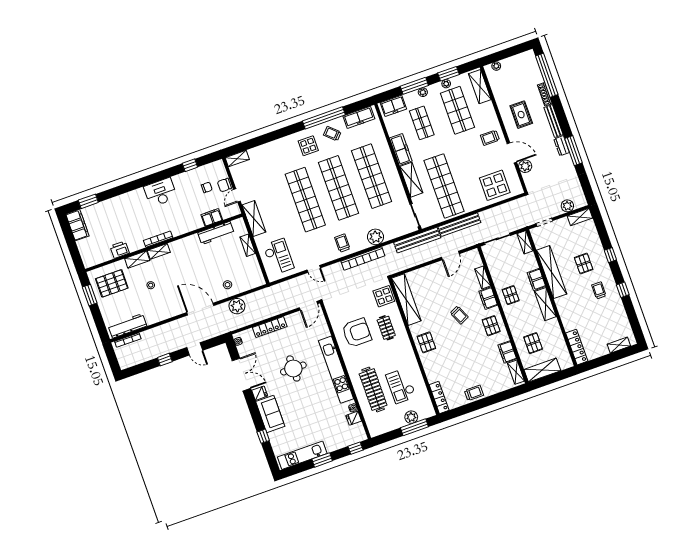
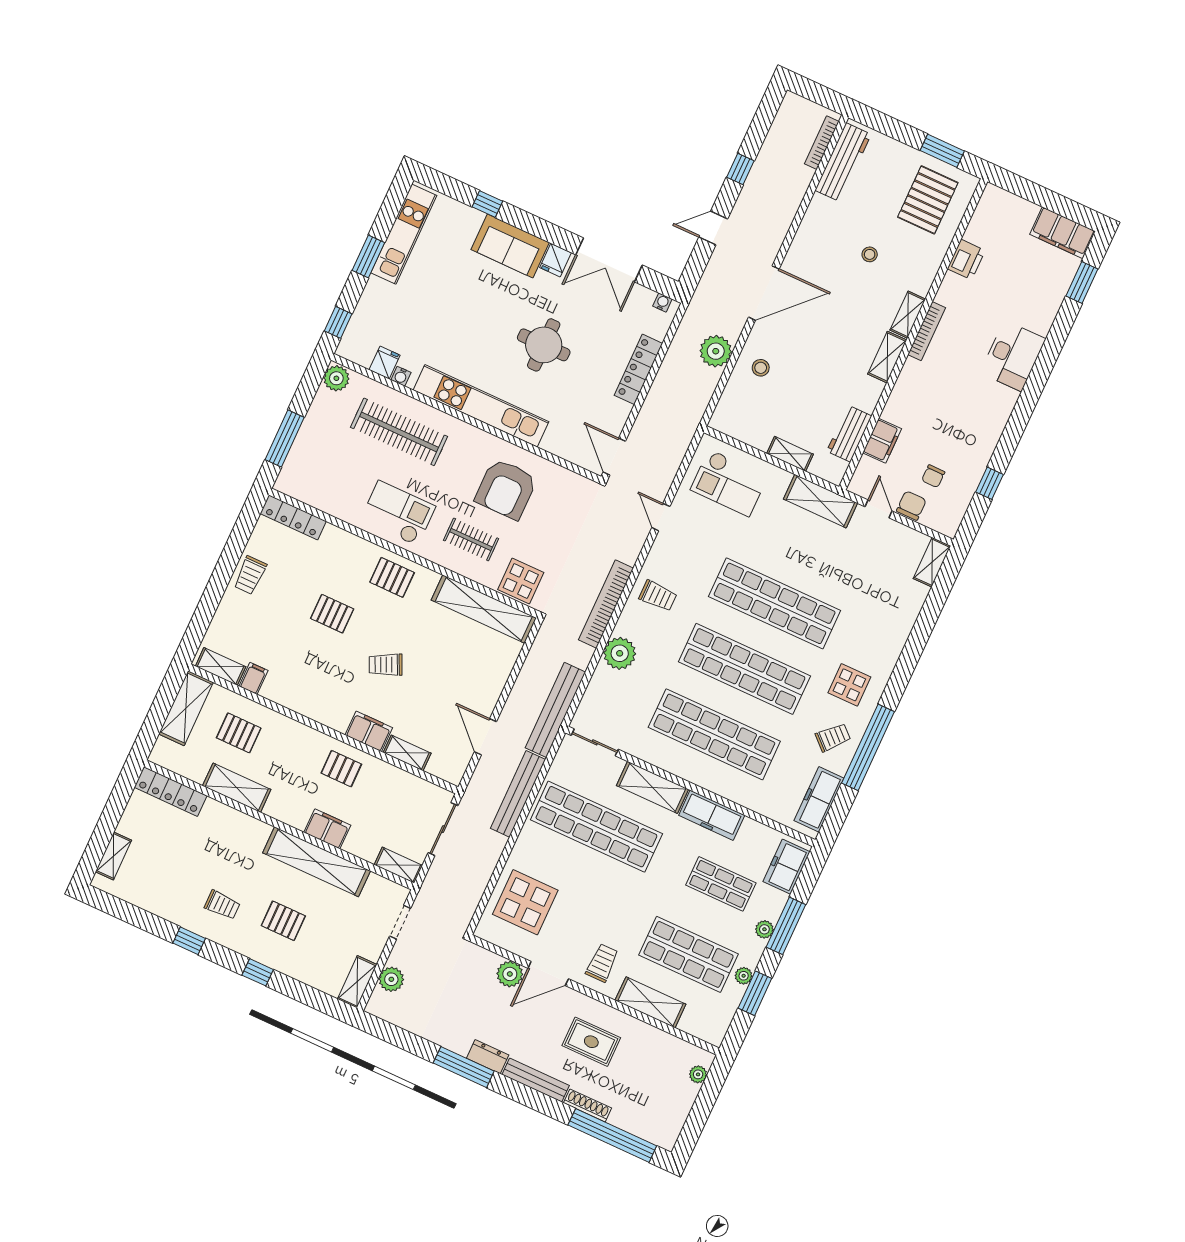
shelving: (480, 87) -> (650, 1002), moved
desk: (160, 192) -> (1013, 356), moved
workbench: (216, 233) -> (849, 434), width x0.73
shelving: (137, 259) -> (887, 357), moved
door: (314, 269) -> (661, 517), hinge flipped
shelving: (545, 304) -> (237, 788), moved
pallet: (491, 326) -> (332, 614), moved
filing cabinet: (507, 352) -> (253, 678), width x0.50
checkout: (401, 386) -> (398, 513), moved
plant: (411, 417) -> (336, 378), moved

